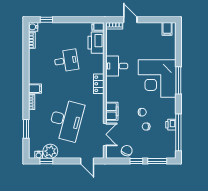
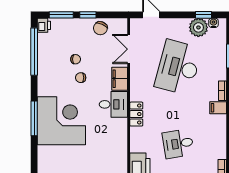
desk: (117, 66) -> (113, 104), moved
printer: (171, 125) -> (44, 25), moved

